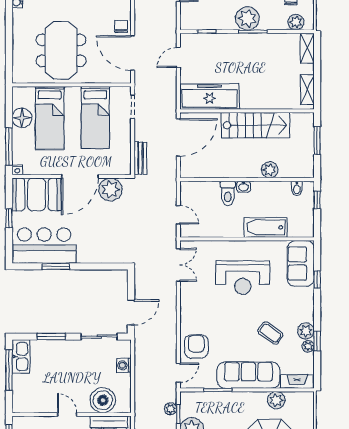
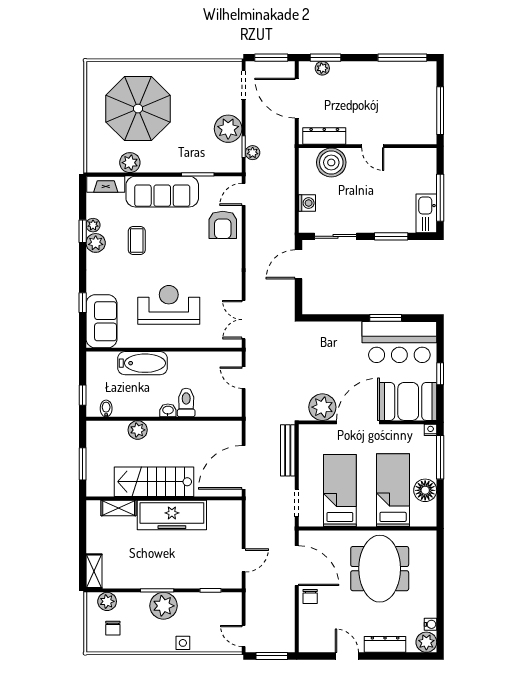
shelving: (307, 90) -> (119, 508), moved, turned 90
freezer: (210, 97) -> (172, 515), moved
bench: (140, 158) -> (288, 450), width x1.36
coffee table: (270, 333) -> (137, 241), turned 54

